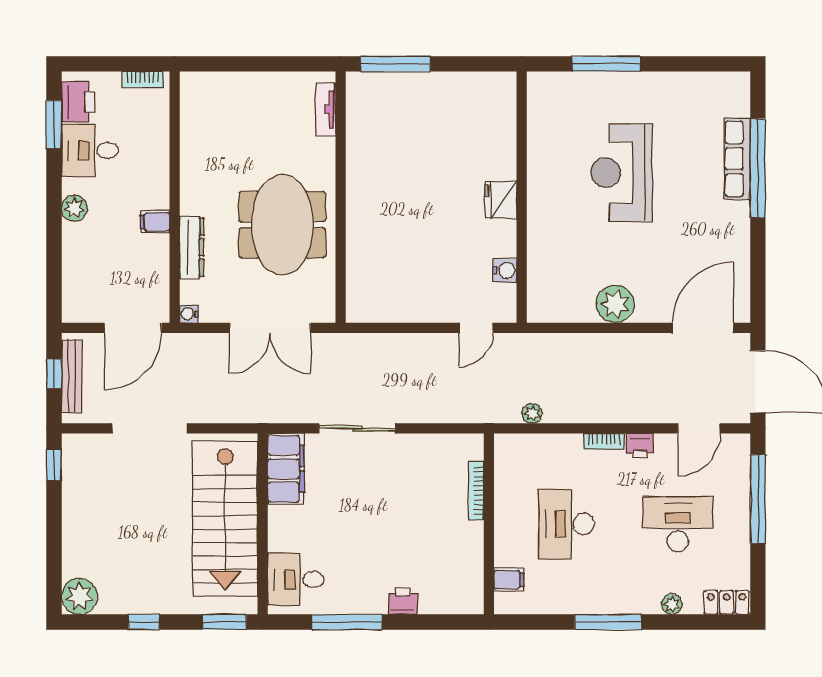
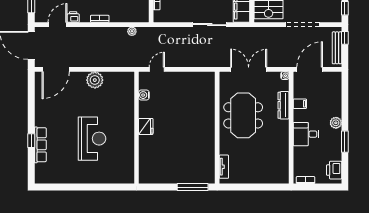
window: (606, 64) -> (99, 187), removed
window: (54, 124) -> (345, 142), moved
desk: (90, 150) -> (306, 134), moved, turned 180
window: (758, 168) -> (31, 141), width x0.32
filing cabinet: (155, 222) -> (300, 104), moved
window: (54, 374) -> (345, 38), moved
printer: (640, 446) -> (73, 17), moved

